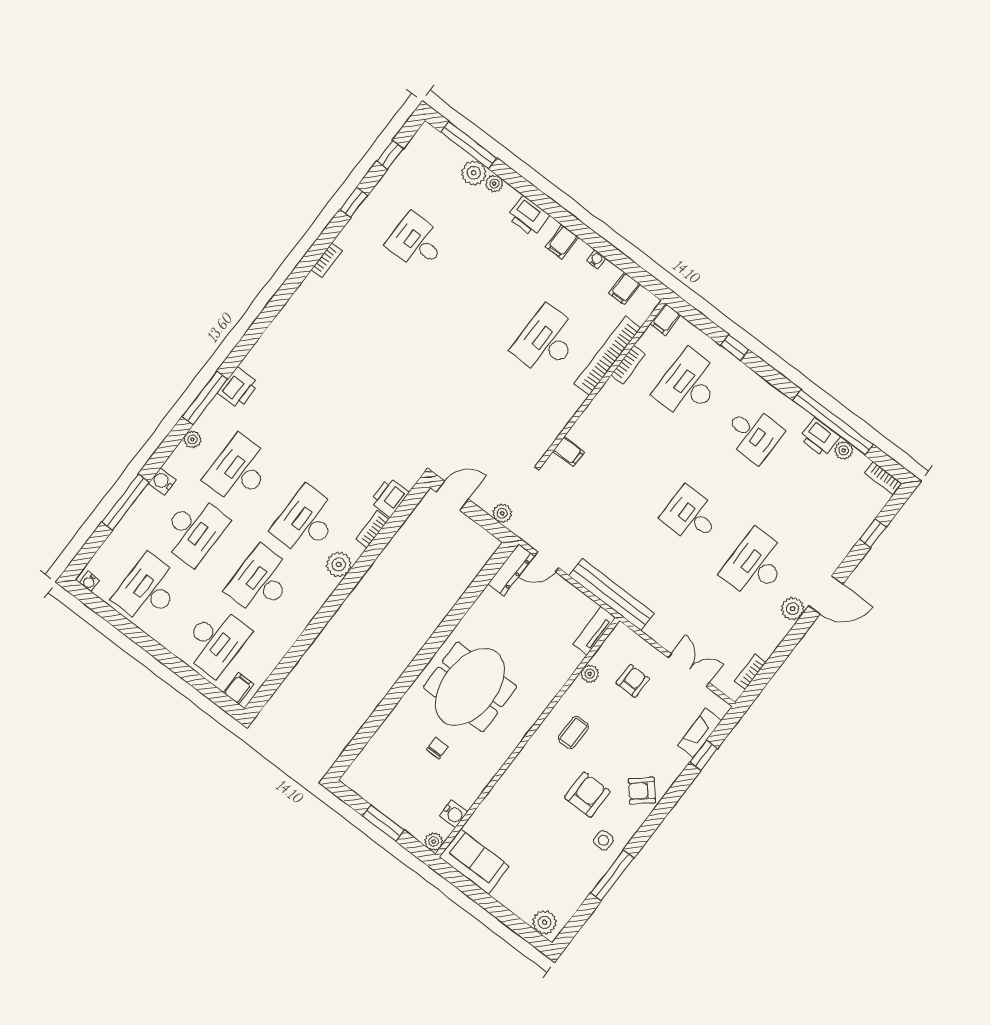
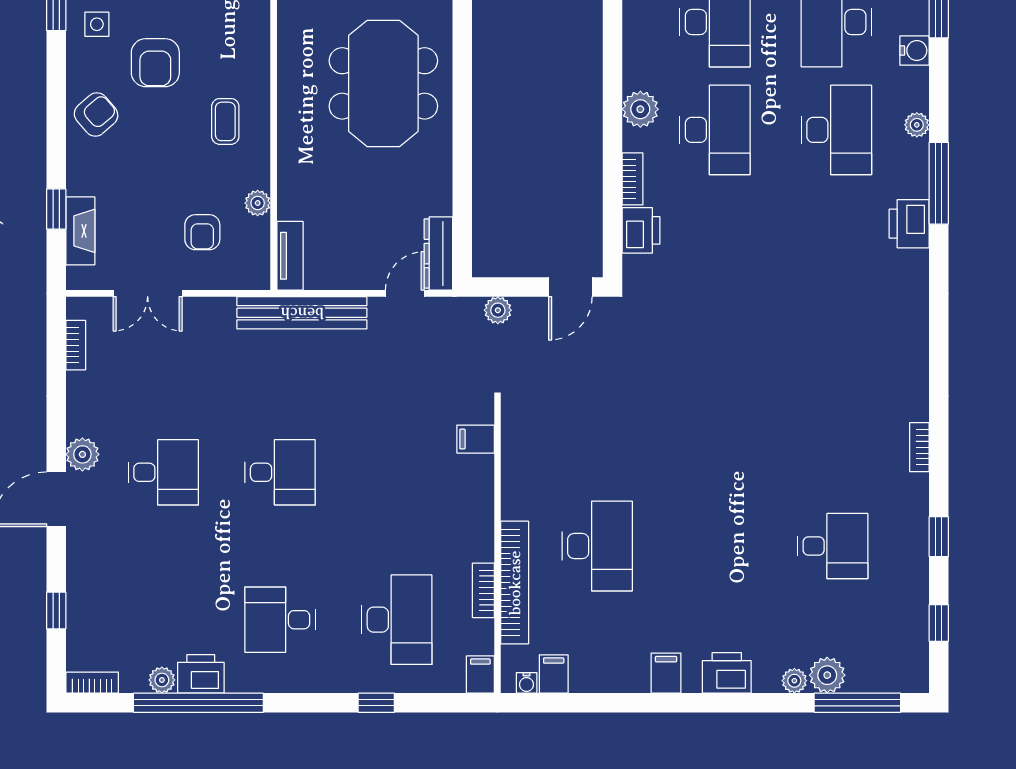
water cooler: (596, 259) -> (527, 683), moved
desk: (755, 565) -> (163, 472), width x0.73

